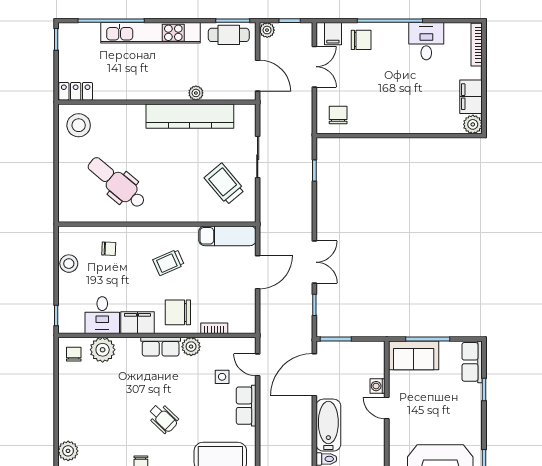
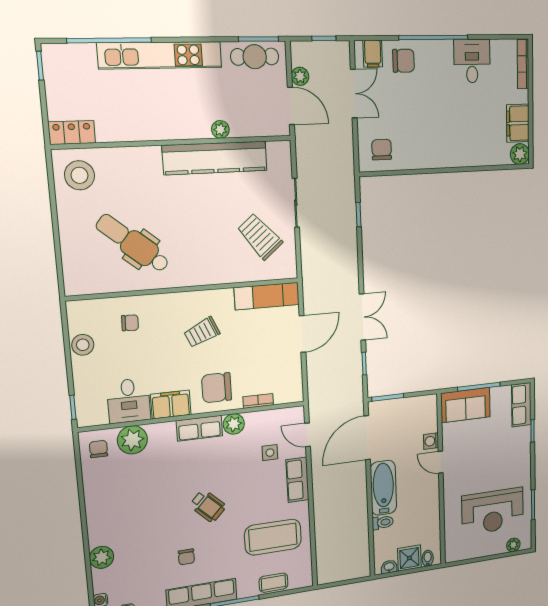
plant: (267, 30) -> (300, 76), moved

